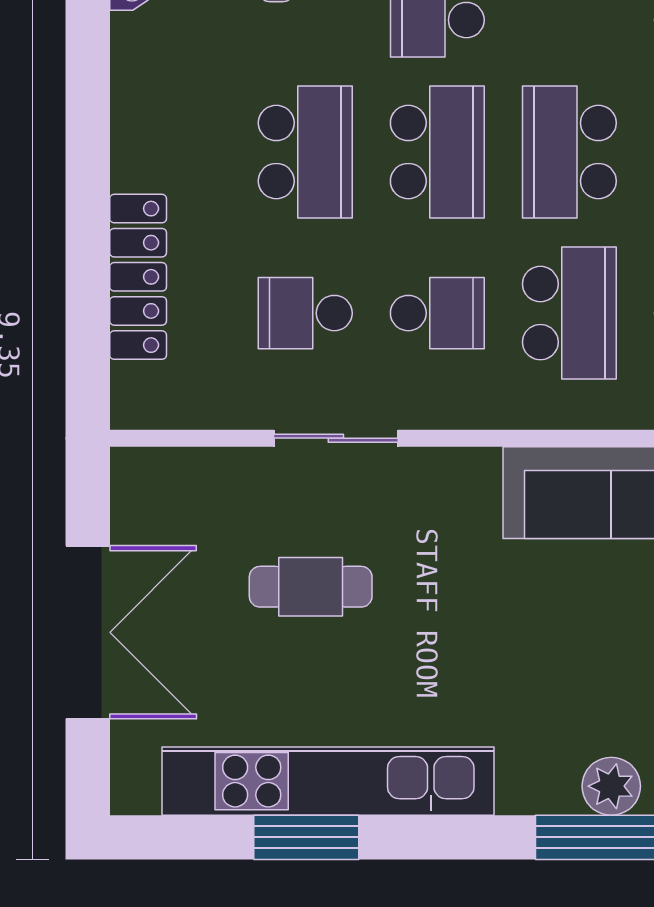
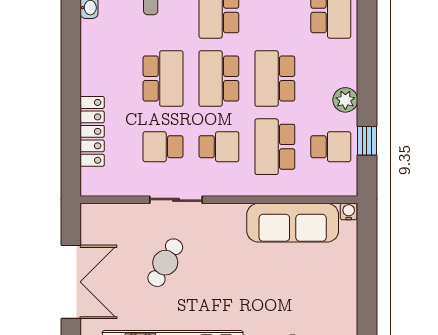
school desk: (437, 152) -> (219, 78), turned 180
school desk: (569, 313) -> (275, 147), turned 180
cafe table: (311, 587) -> (165, 263), turned -61

